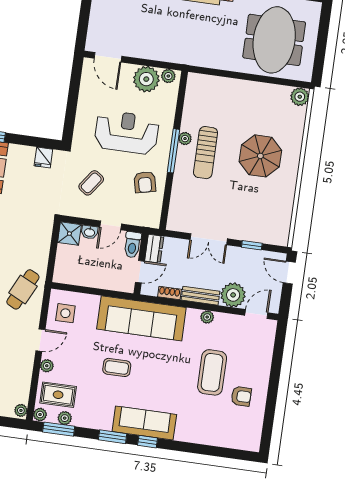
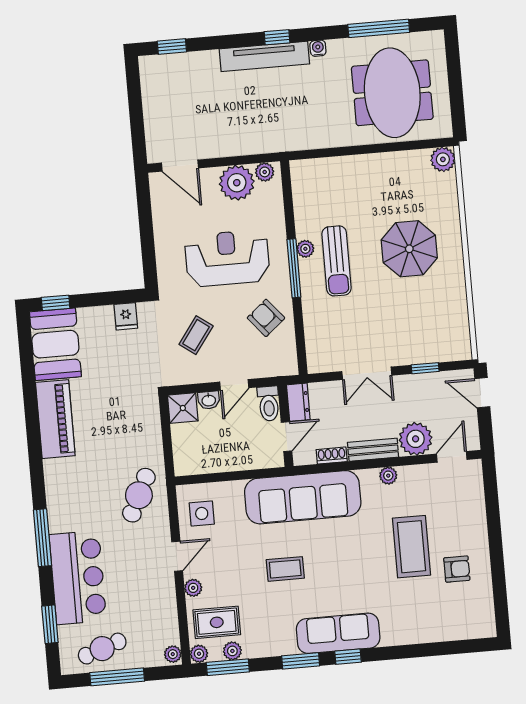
armchair: (145, 182) -> (266, 318), turned 153

